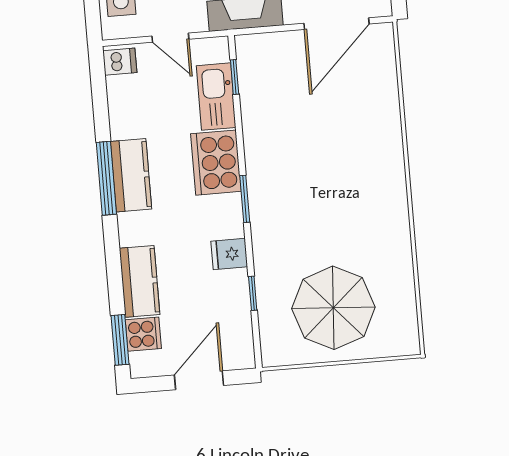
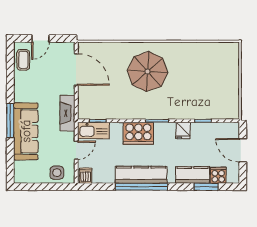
kitchen sink: (216, 97) -> (93, 130), moved
kitchen counter: (131, 175) -> (141, 175), width x1.50
window: (106, 178) -> (141, 187), width x1.46
parasol: (333, 308) -> (148, 72), moved
window: (120, 340) -> (206, 187), moved

